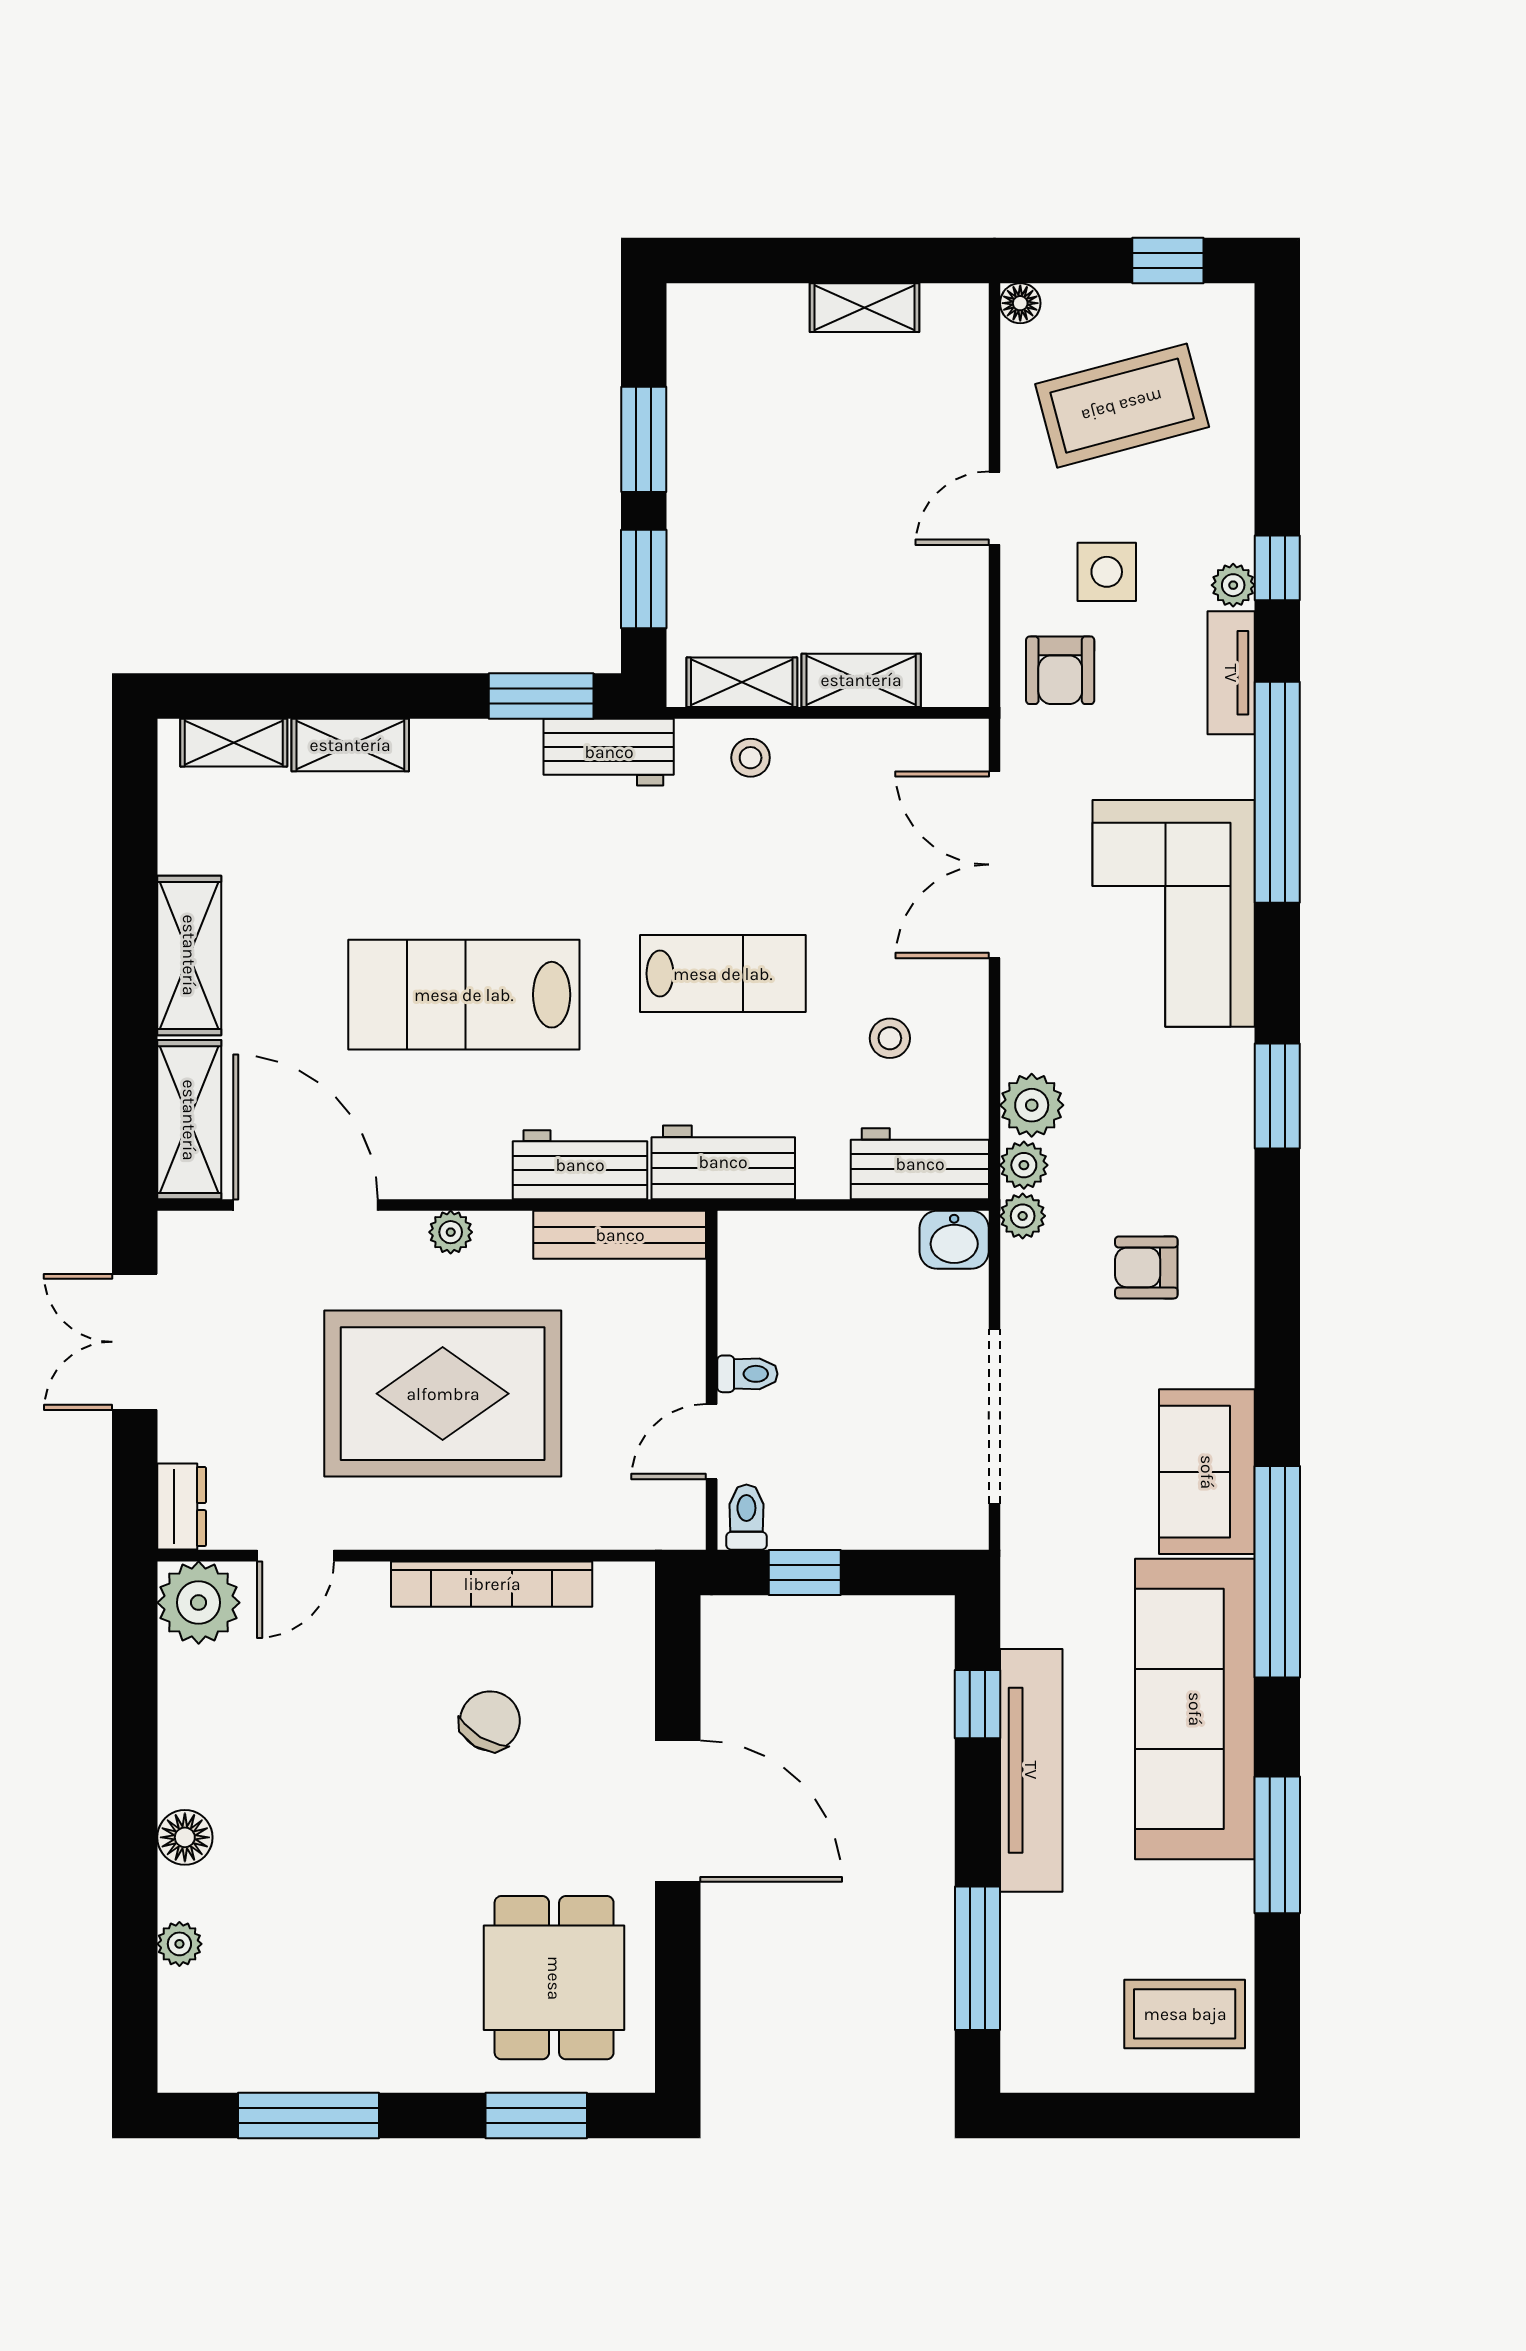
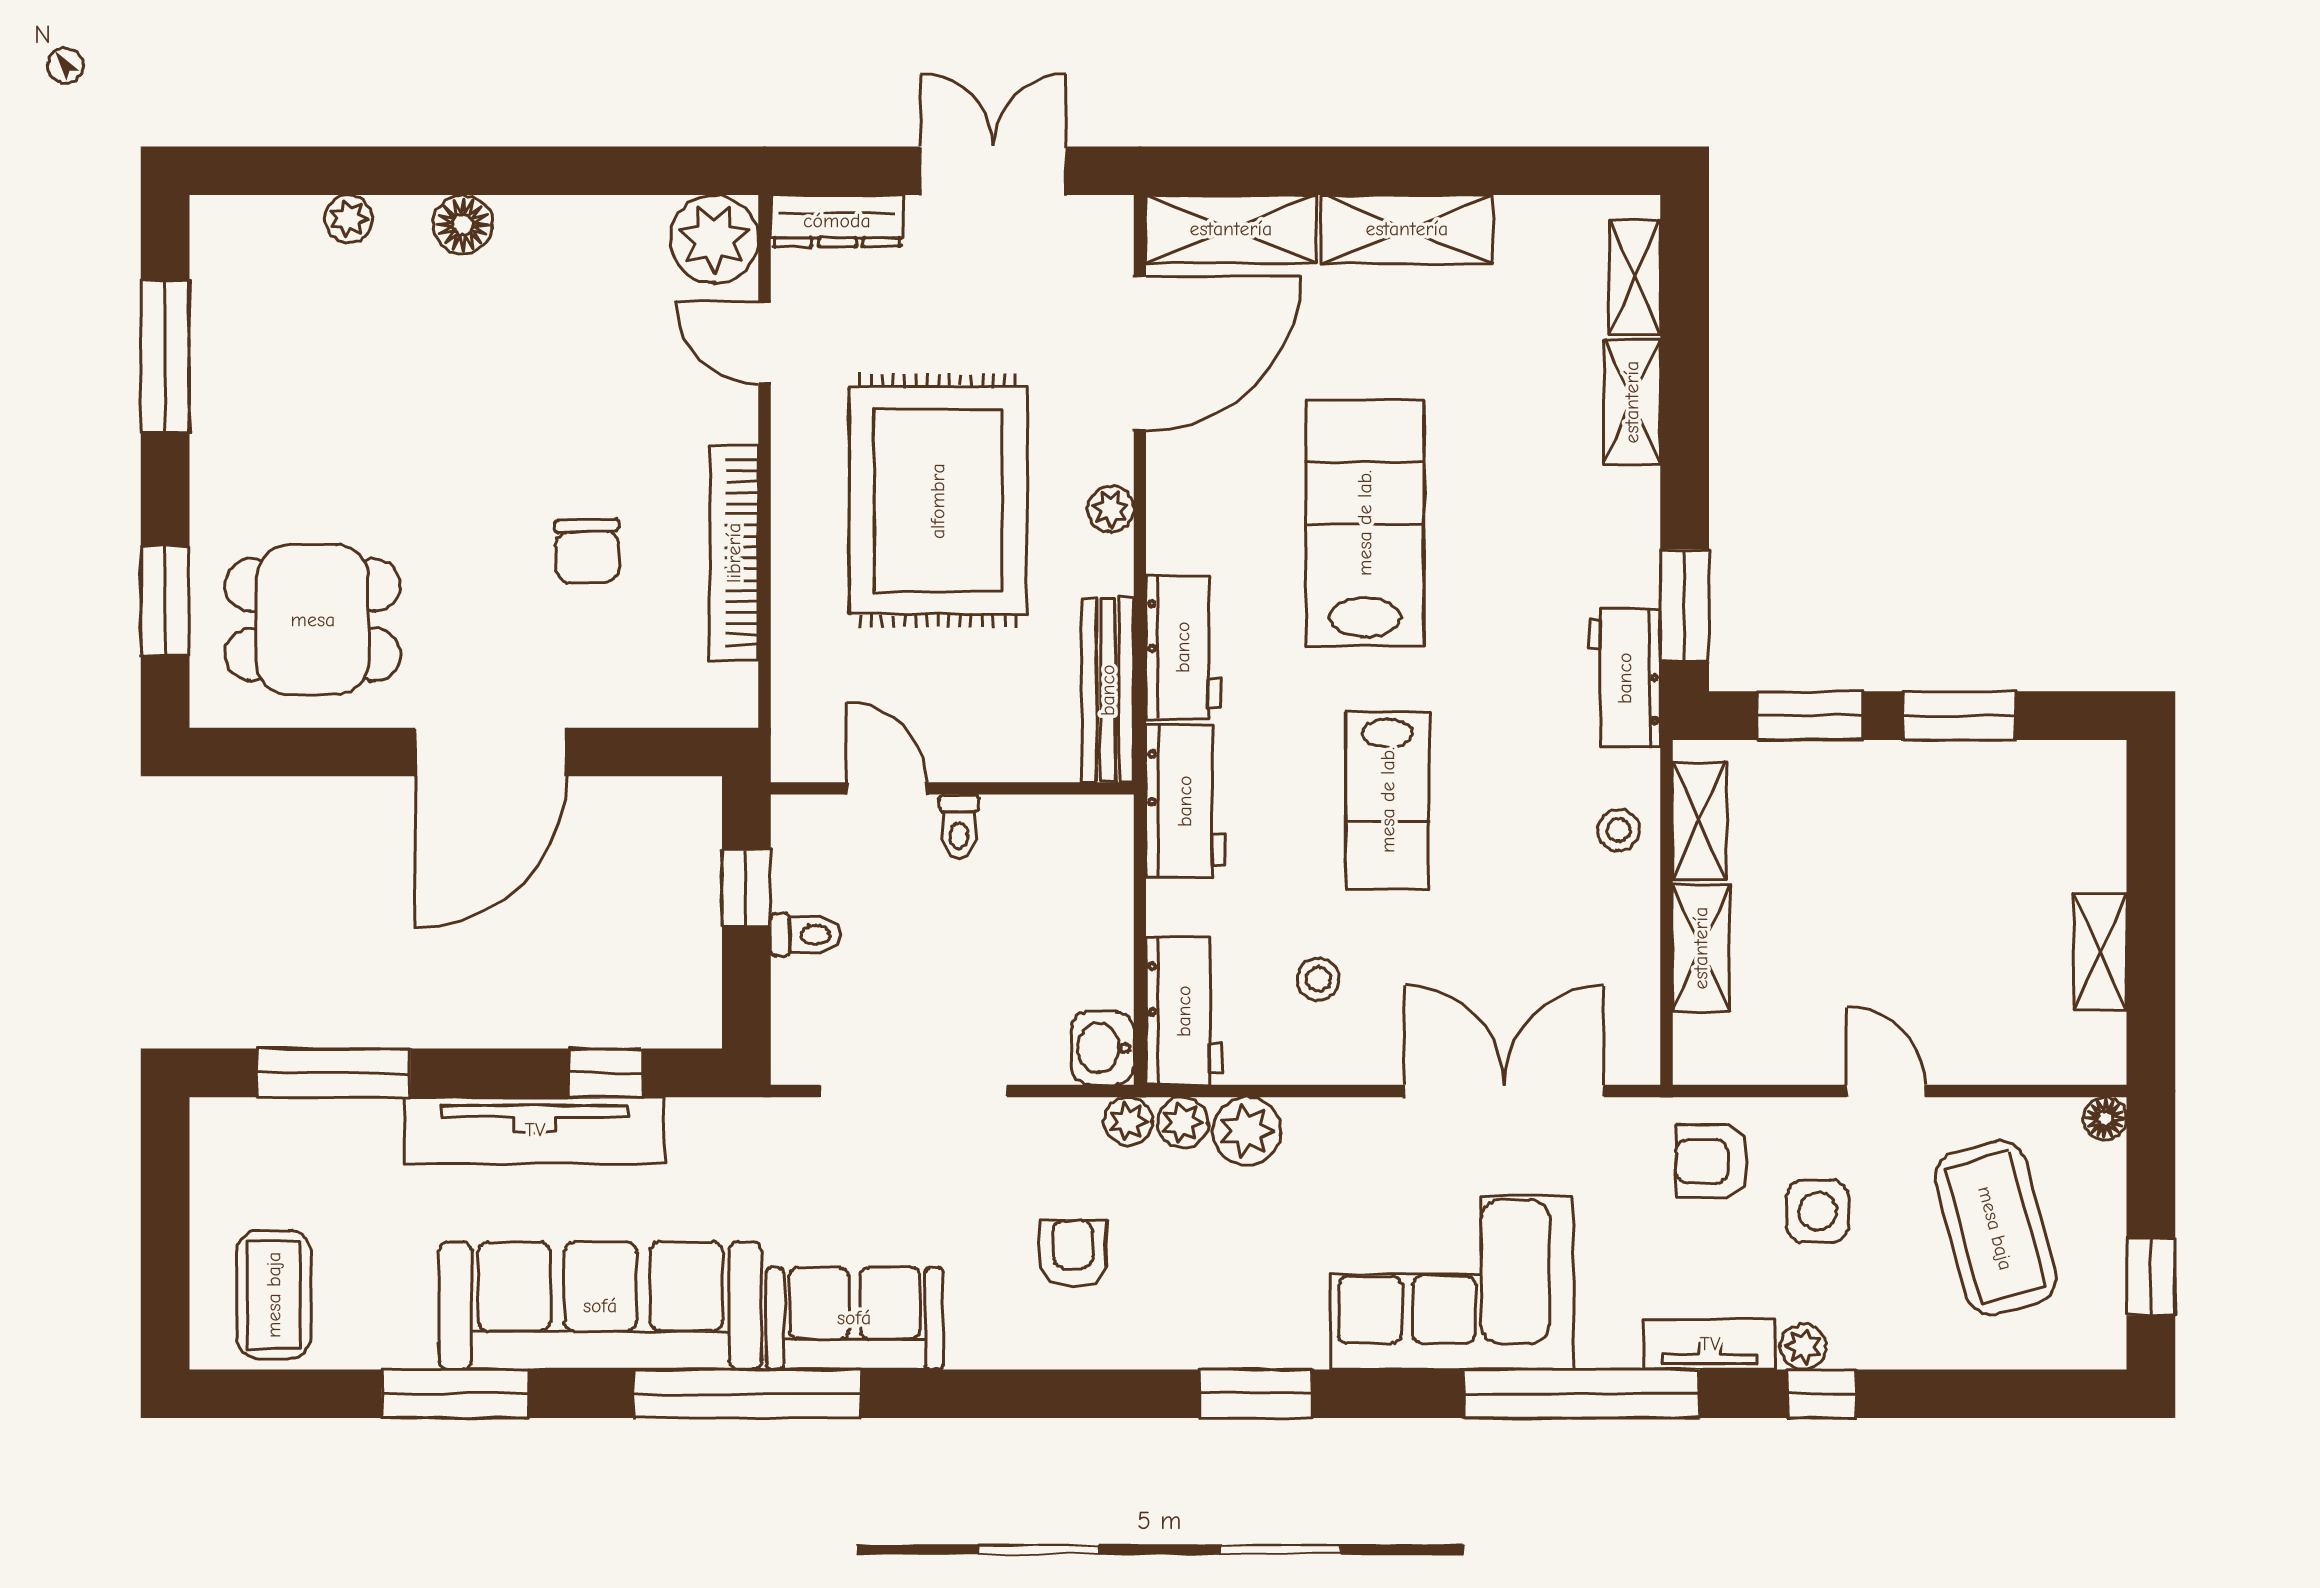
dresser: (182, 1507) -> (837, 221), width x1.44
toilet: (746, 1517) -> (806, 935), moved
chair: (490, 1721) -> (588, 551), turned 57

